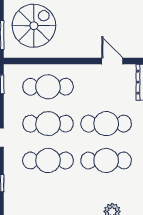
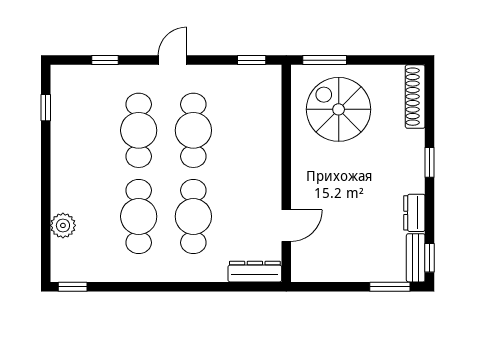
spiral stairs: (34, 26) -> (339, 109), turned 180
cafe table: (48, 87) -> (248, 130), removed

